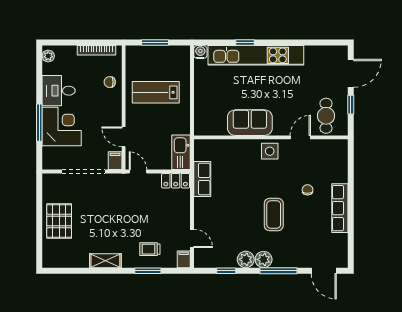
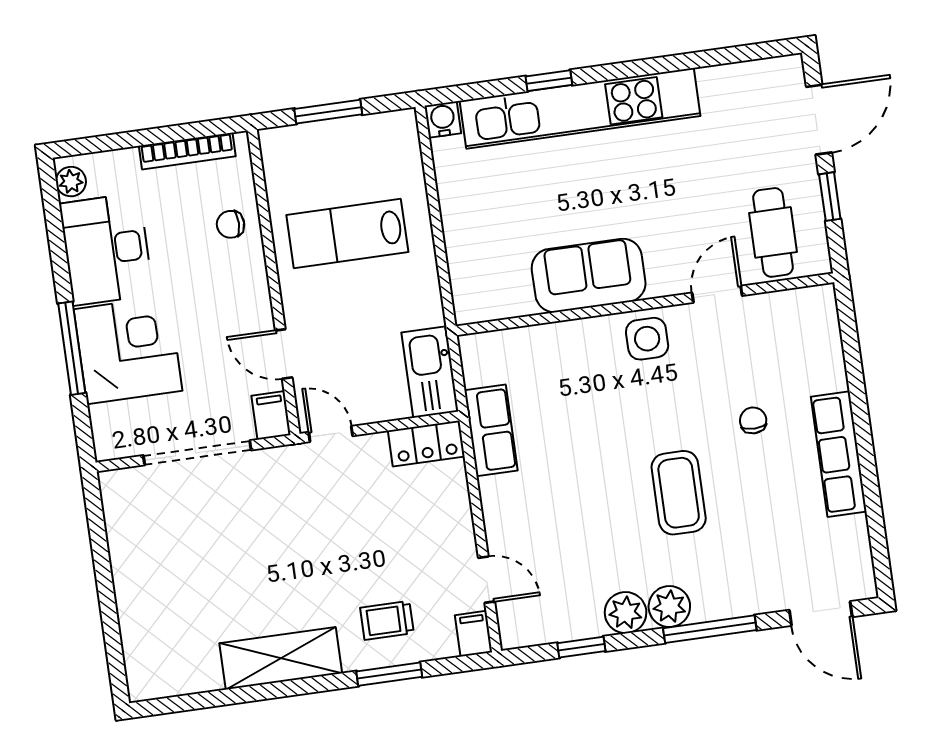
desk: (59, 91) -> (106, 249), width x1.37
pallet: (59, 221) -> (154, 583), removed
shelving: (105, 261) -> (281, 658), width x1.50, depth x1.33

